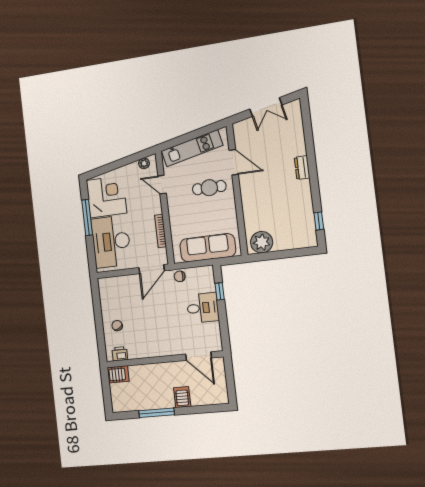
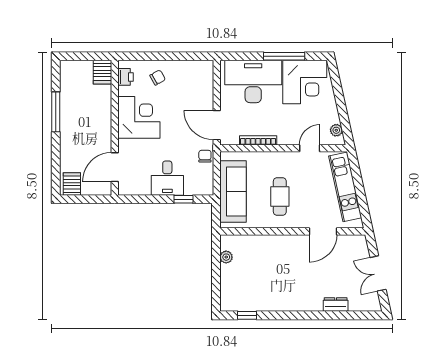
dresser: (302, 168) -> (336, 305), moved
cafe table: (209, 188) -> (280, 197), moved
plant: (262, 242) -> (226, 257), width x0.53, depth x0.53
corner desk: (153, 339) -> (139, 117), added
server rack: (182, 397) -> (72, 184), moved, turned -90

